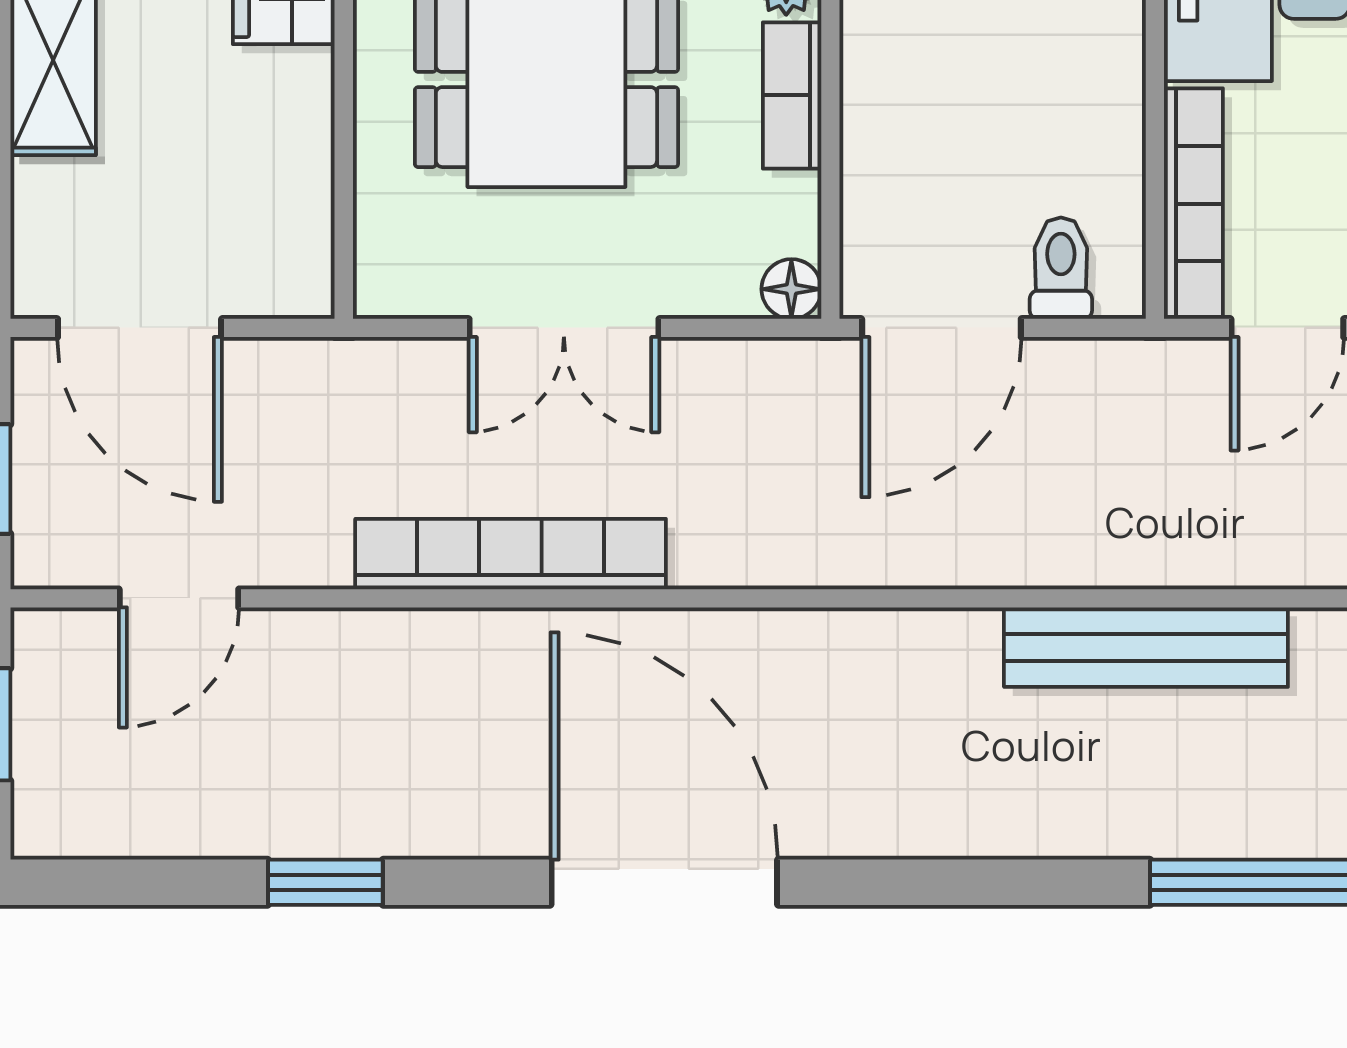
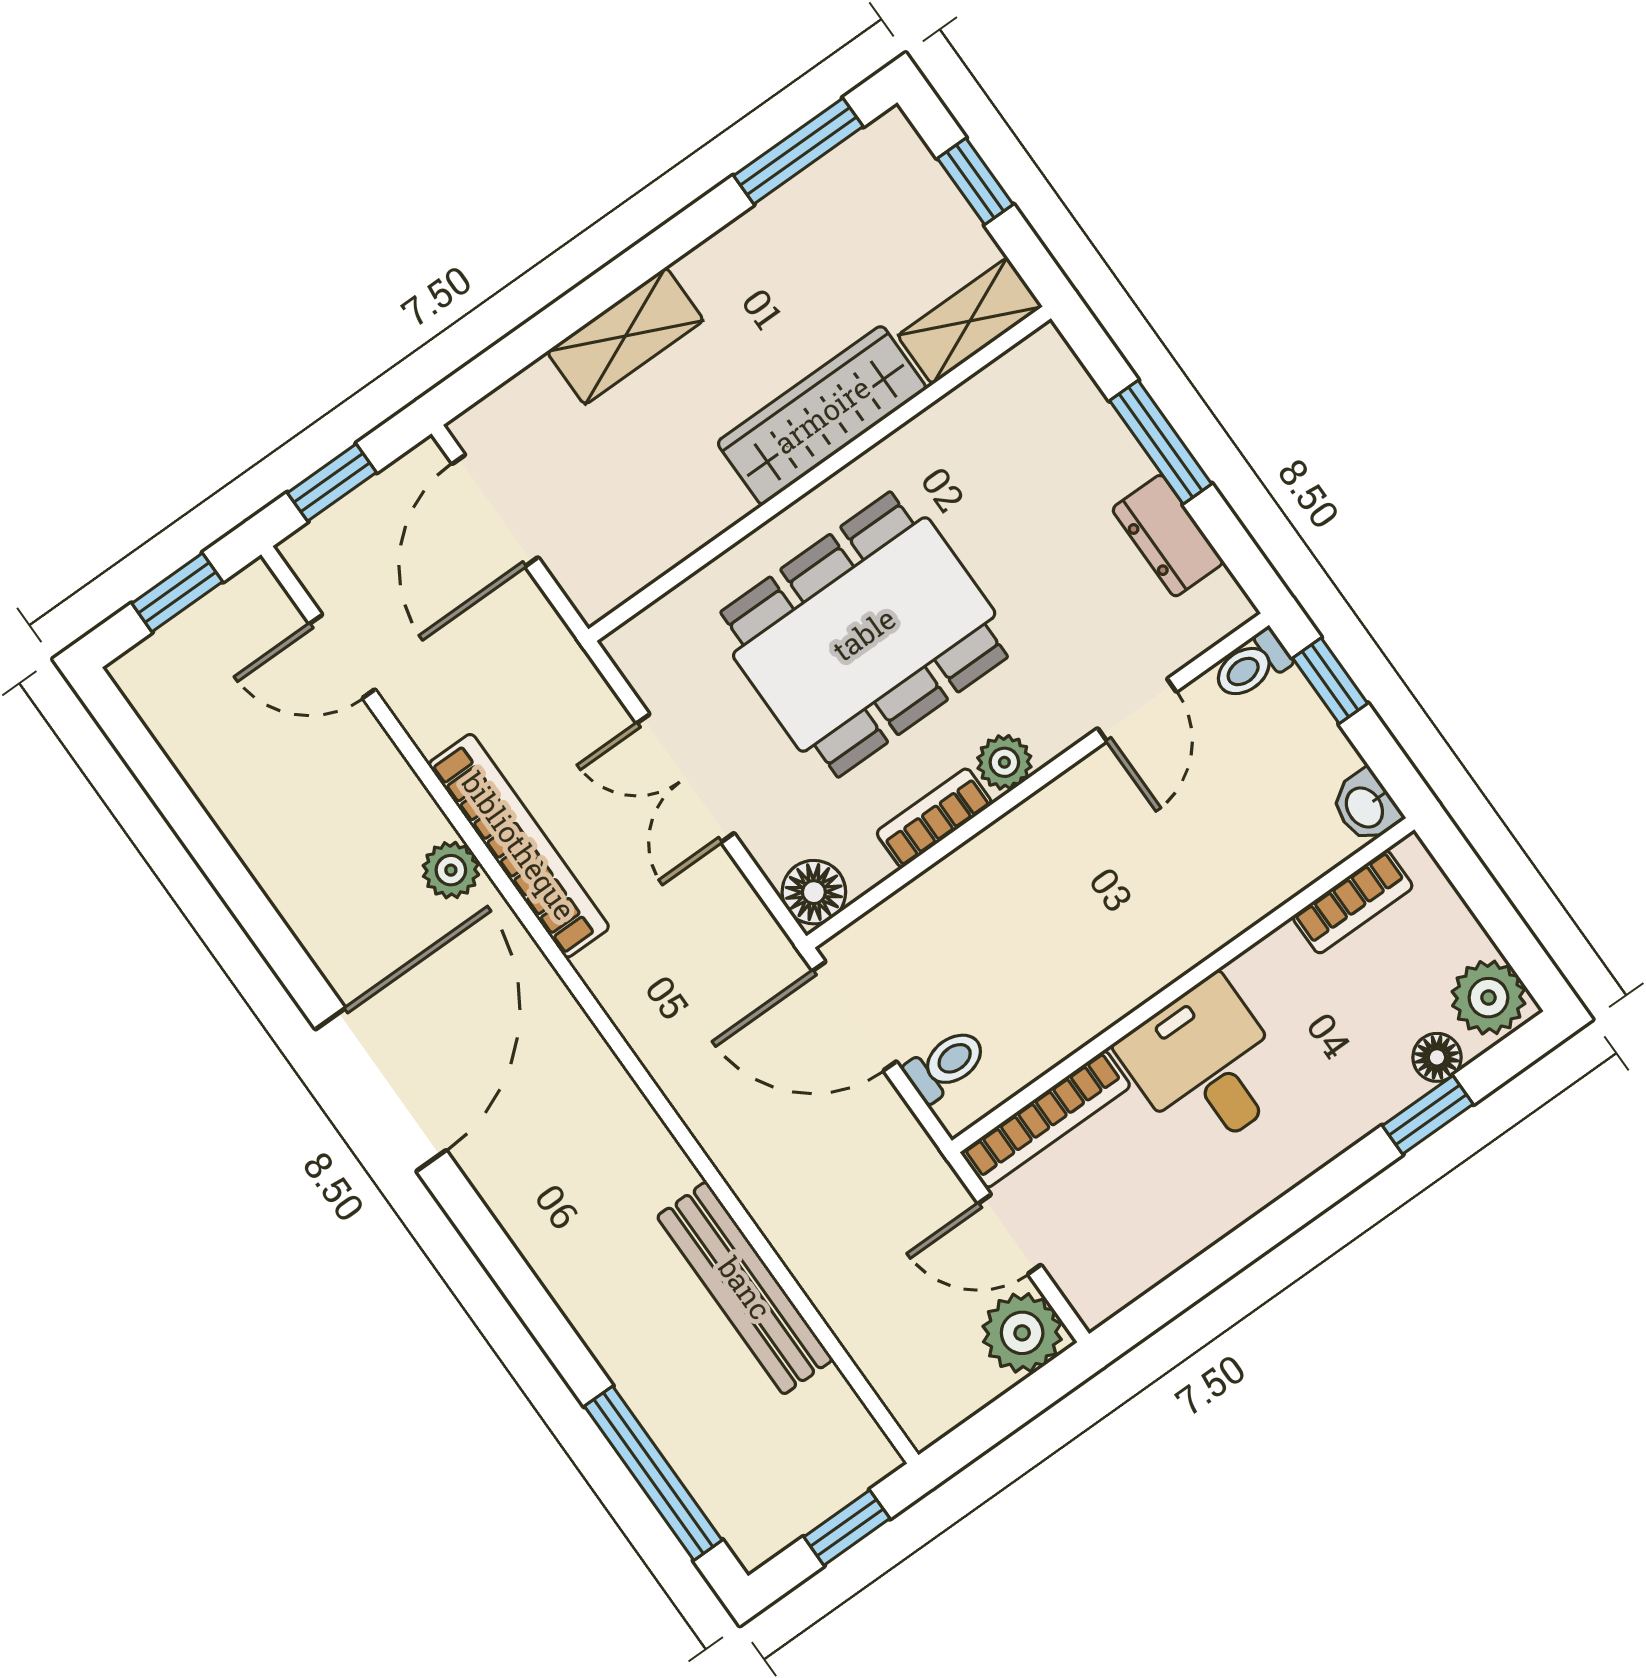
floor lamp: (791, 289) -> (814, 892), width x1.37, depth x1.37
plant: (485, 644) -> (451, 870), added
window: (325, 882) -> (229, 876), removed

